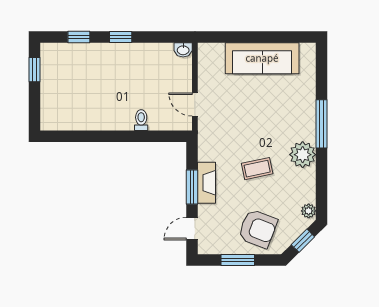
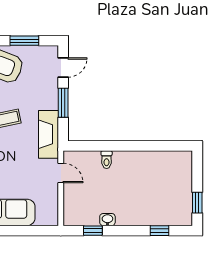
window: (121, 37) -> (93, 231), moved
washbasin: (183, 50) -> (107, 220), moved
fireplace: (207, 183) -> (49, 134), moved, width x1.37, depth x1.32

